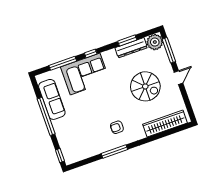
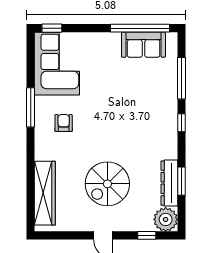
window: (169, 50) -> (147, 235), width x0.46
corner sofa: (85, 74) -> (57, 64), moved, turned 180
sofa: (52, 99) -> (144, 45), width x0.73
window: (46, 116) -> (140, 28), moved

